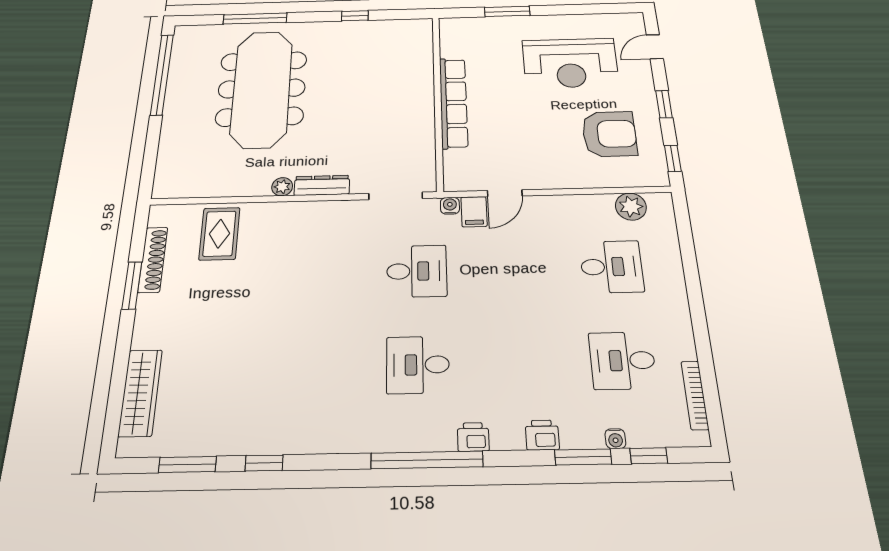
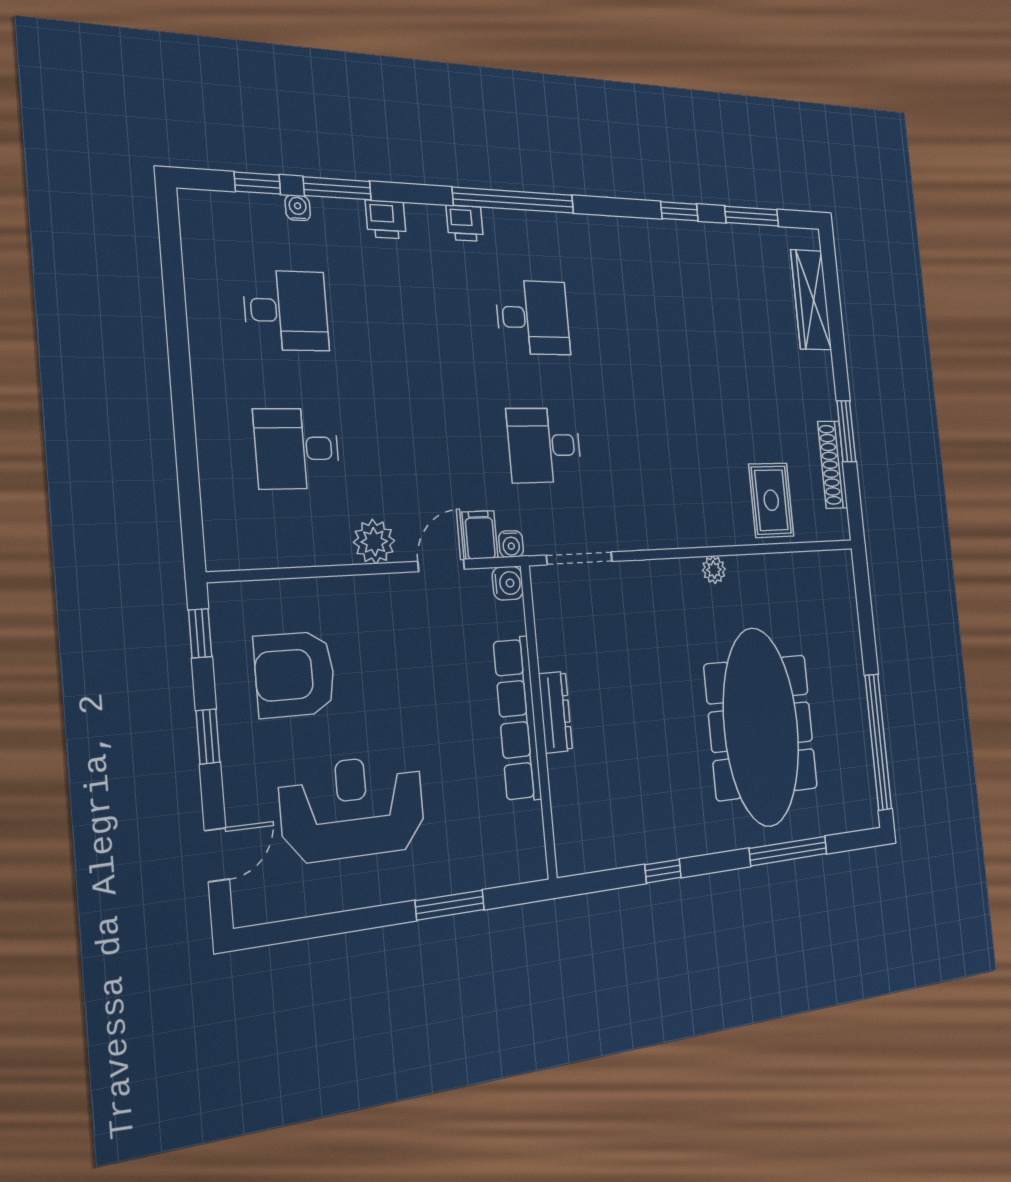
water cooler: (455, 181) -> (508, 583), added
dresser: (322, 185) -> (555, 712), moved, turned -90
plant: (631, 207) -> (374, 542), moved
bookcase: (695, 395) -> (193, 257), removed

